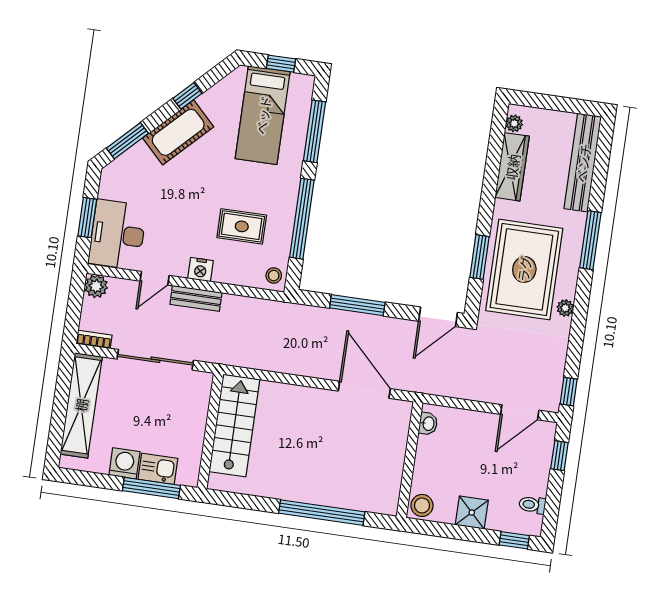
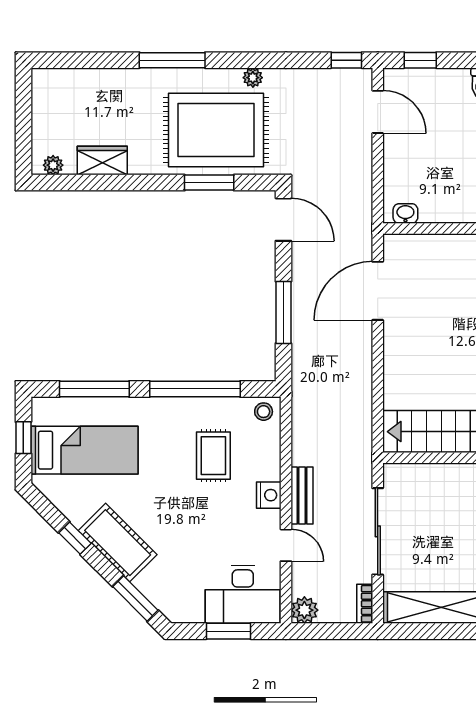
bench: (583, 163) -> (86, 82), removed
wardrobe: (512, 167) -> (102, 160), width x0.67

